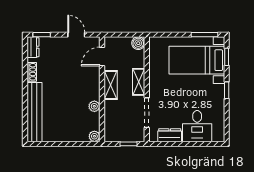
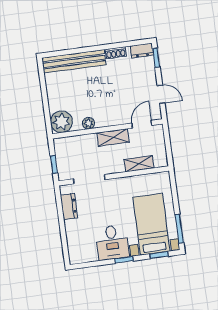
door: (76, 35) -> (161, 94), hinge flipped
boiler: (138, 43) -> (161, 160), removed
door: (102, 57) -> (142, 124), hinge flipped
shelving: (139, 82) -> (139, 164), moved
desk: (197, 126) -> (112, 242), moved, turned -90
plant: (94, 136) -> (61, 122), width x1.88, depth x1.88

